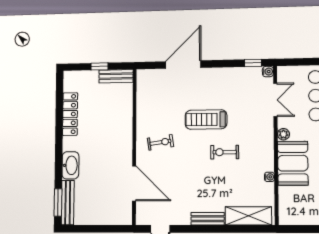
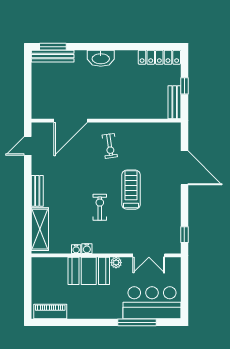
water cooler: (268, 72) -> (87, 249), moved
locker: (70, 114) -> (159, 57), moved
washbasin: (70, 165) -> (101, 58), moved

